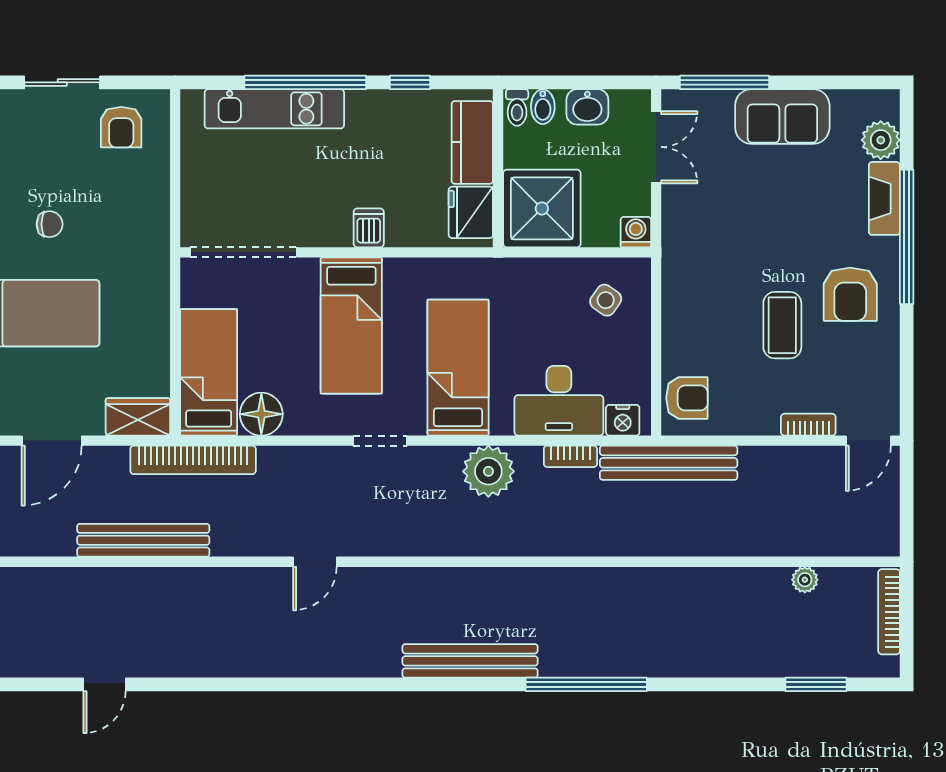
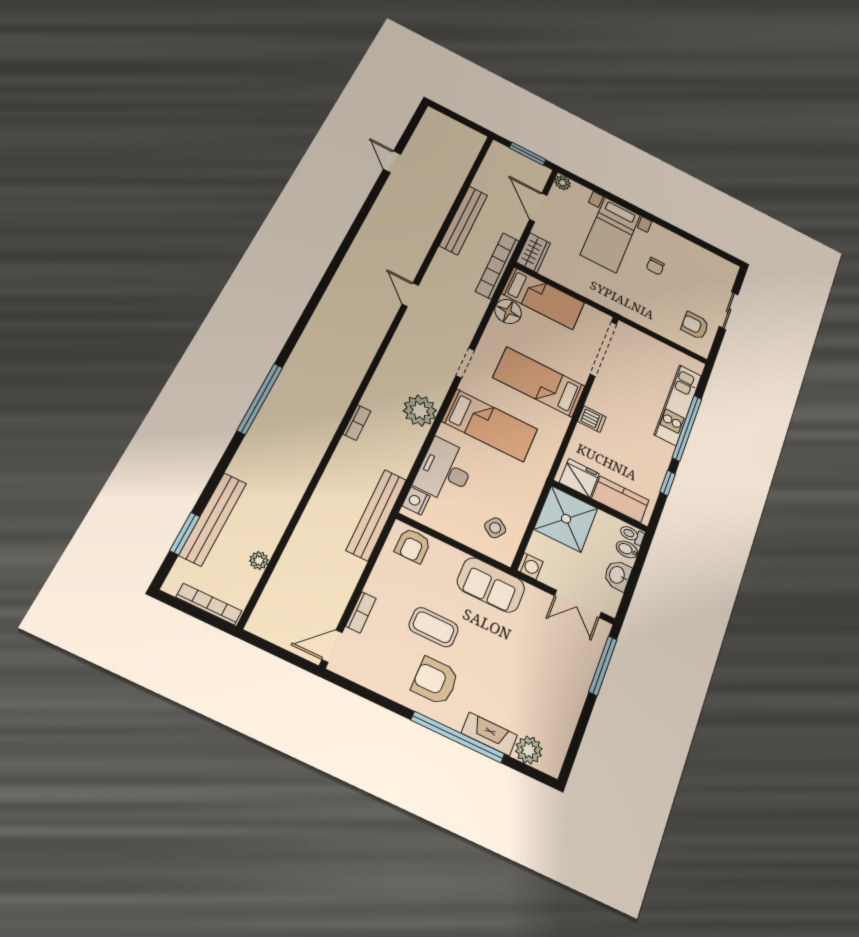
sofa: (782, 116) -> (491, 585), moved, turned -90
door: (868, 441) -> (332, 646), hinge flipped
bookcase: (570, 456) -> (357, 423), moved, turned 180
bench: (470, 661) -> (213, 519), moved

